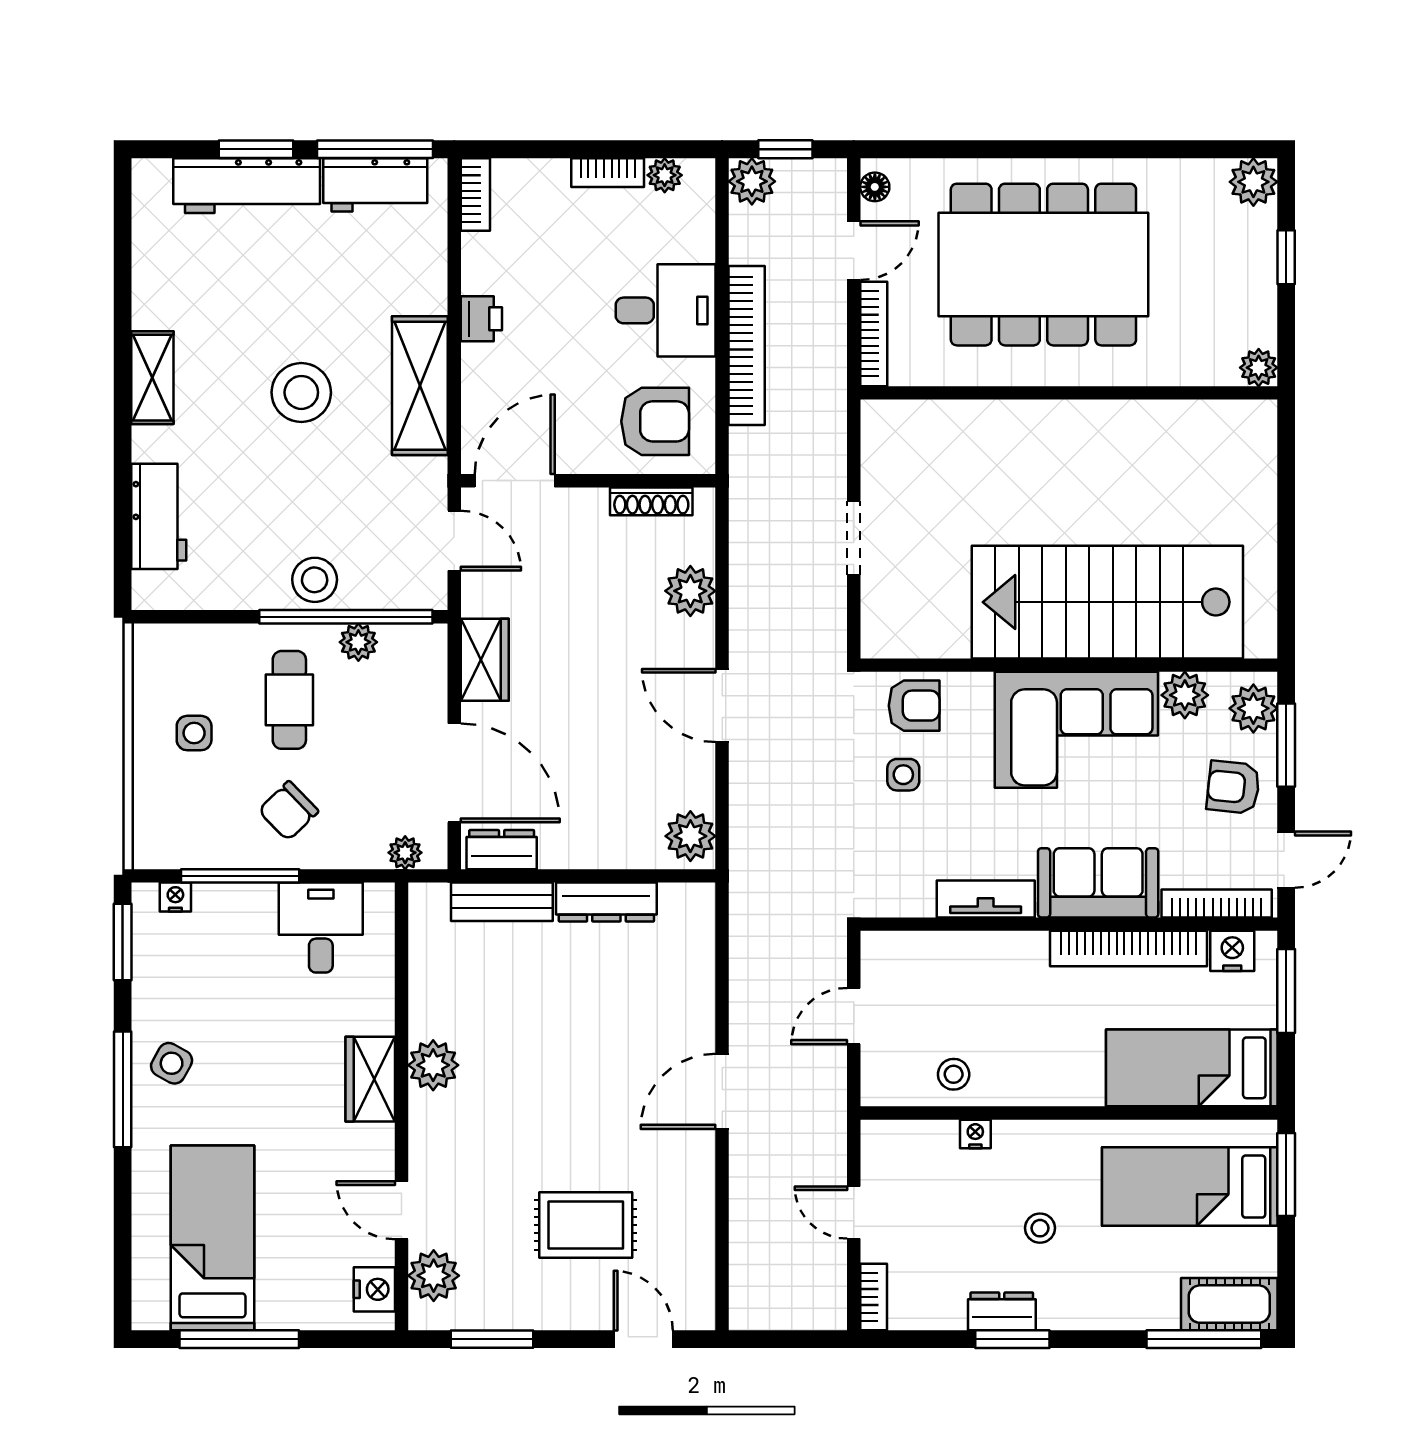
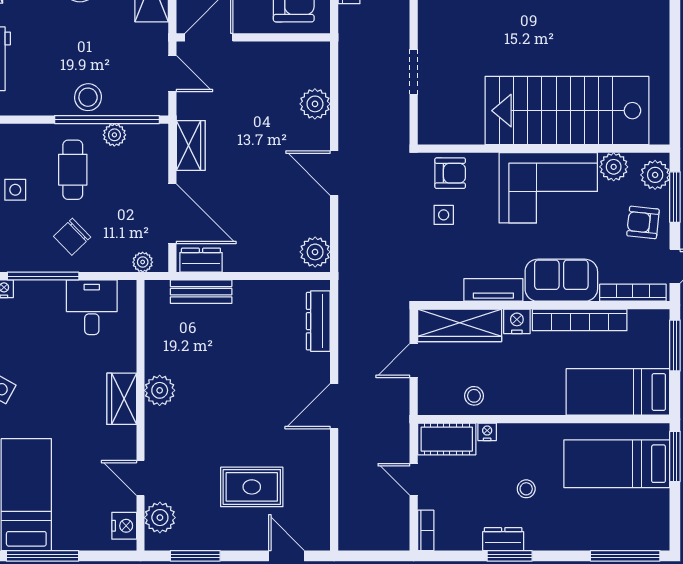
shoe rack: (651, 501) -> (291, 50), removed
dresser: (606, 902) -> (318, 321), moved, turned 90
nightstand: (1232, 951) -> (517, 321), moved
wardrobe: (930, 958) -> (460, 325), added
cot: (1229, 1304) -> (447, 439), moved

